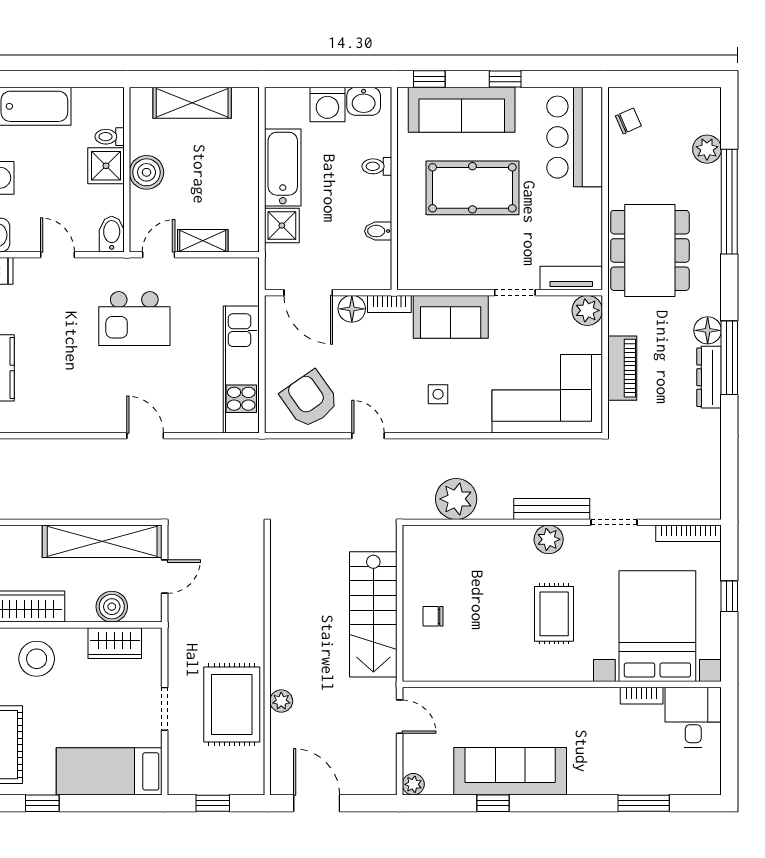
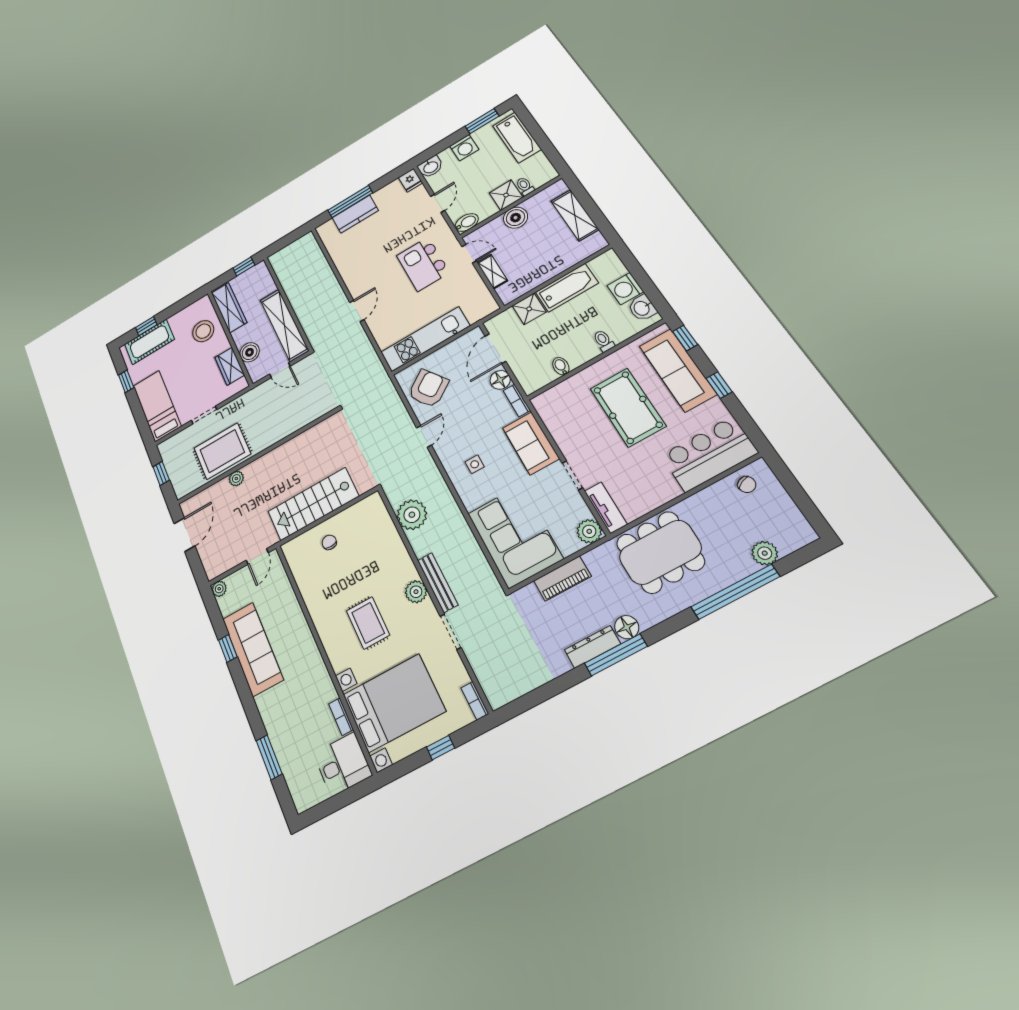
bookcase: (689, 533) -> (475, 701), width x0.64
rug: (554, 614) -> (368, 623), turned 90

